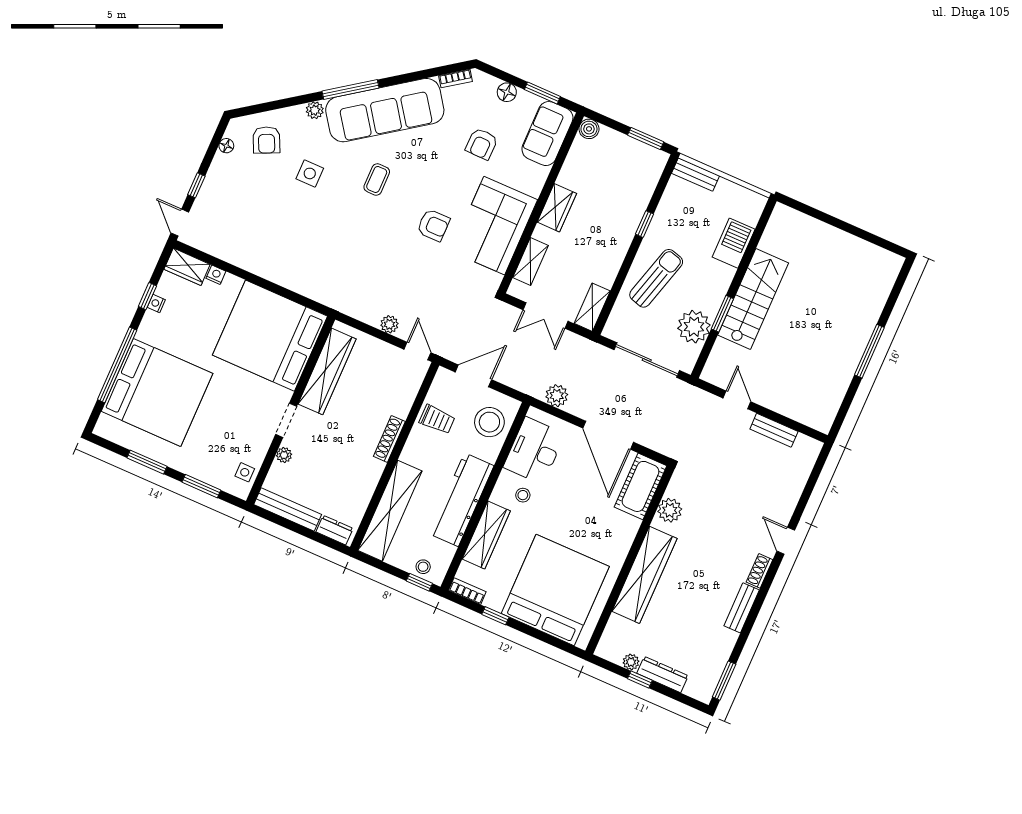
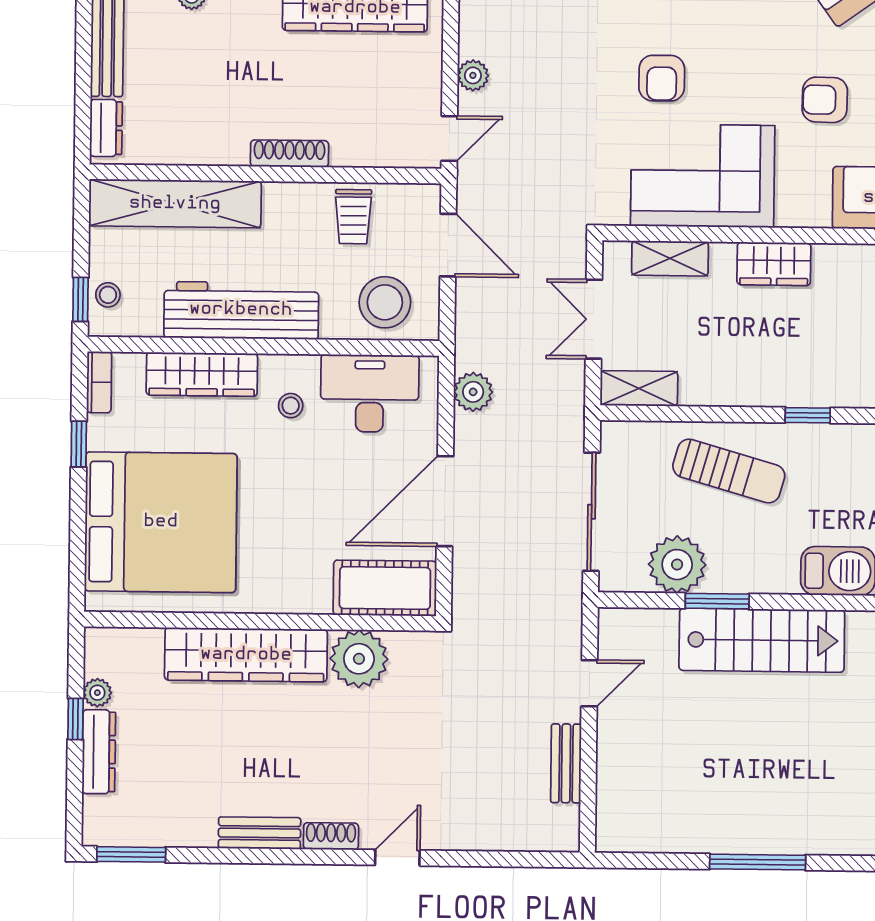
plant: (670, 510) -> (359, 659), width x1.36, depth x1.36

